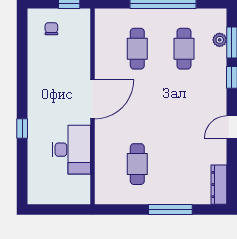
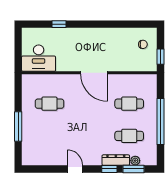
window: (22, 129) -> (59, 24), moved
desk: (71, 150) -> (39, 58), moved
dresser: (219, 185) -> (116, 160), moved

